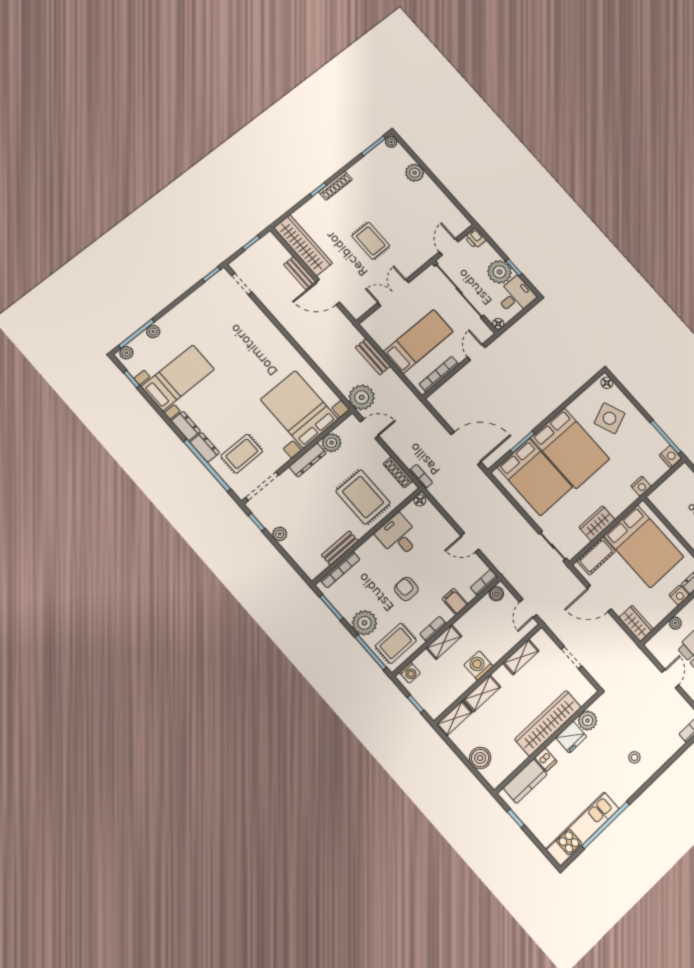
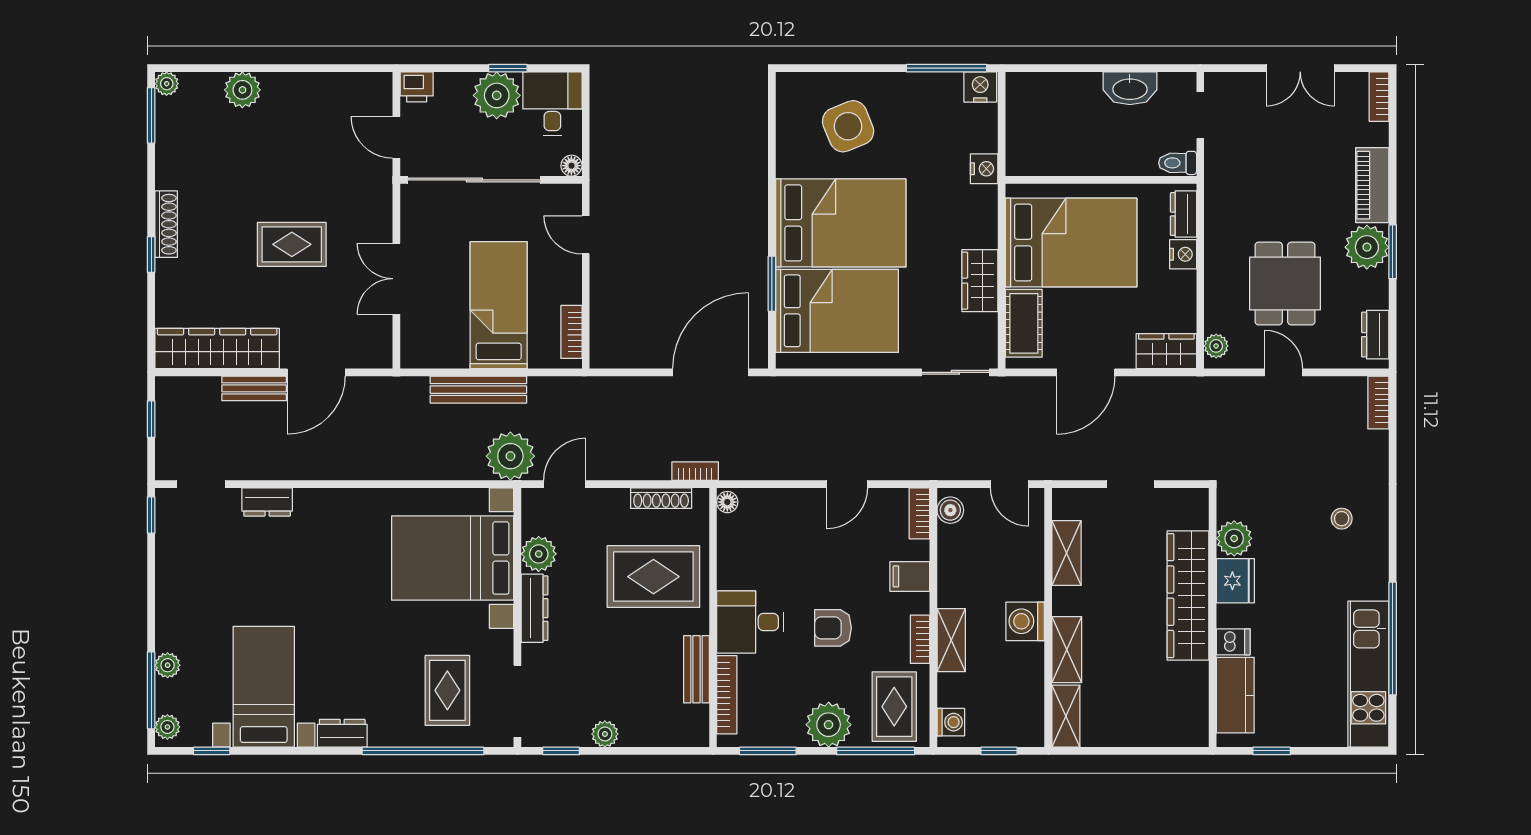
bench: (373, 357) -> (478, 390), width x1.36
bookcase: (439, 374) -> (571, 332), width x0.64
floor lamp: (607, 383) -> (794, 83), removed
dresser: (205, 447) -> (267, 502), moved, turned 180
desk: (398, 536) -> (750, 622), moved
plant: (675, 623) -> (1216, 346), moved
boiler: (480, 758) -> (1150, 728), removed

